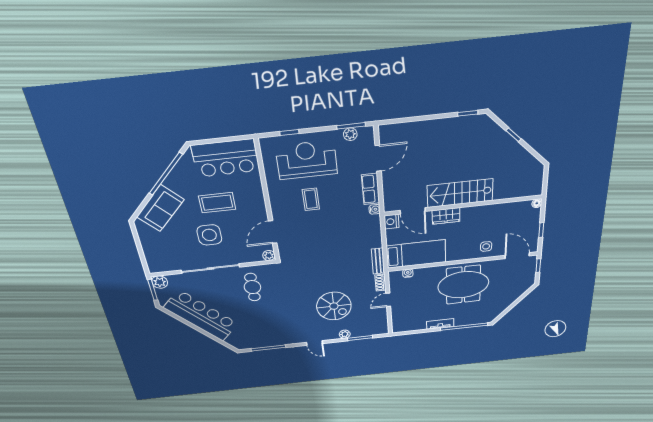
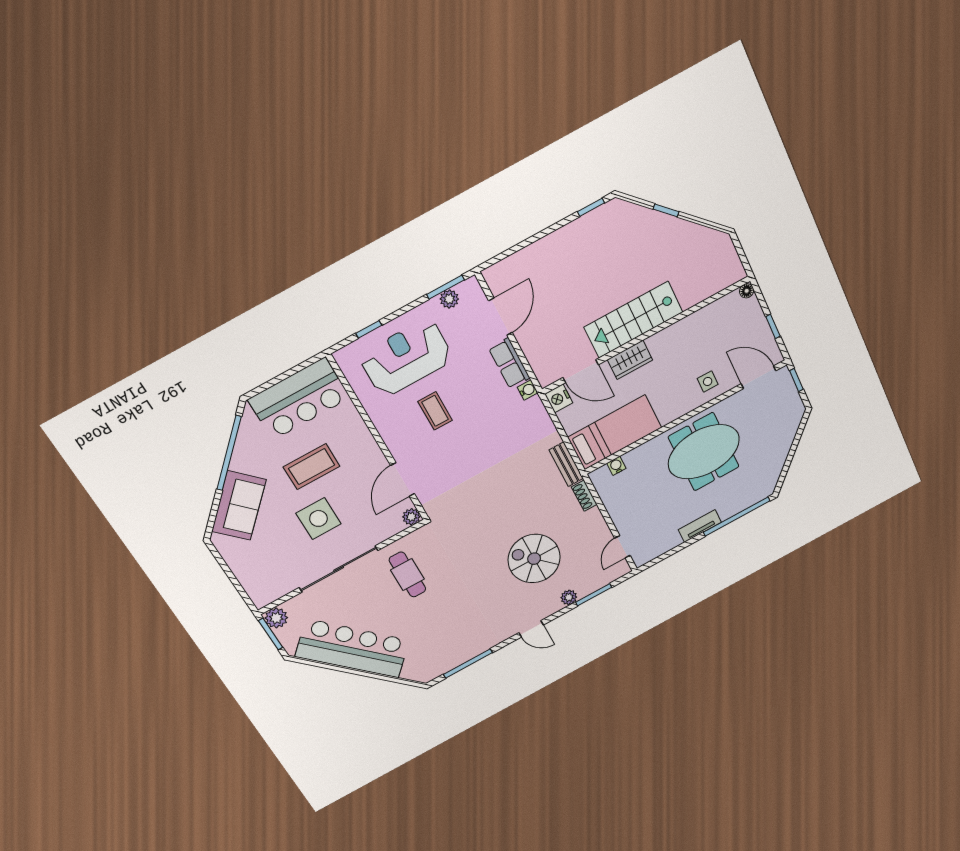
door: (388, 300) -> (622, 547), moved
spiral stairs: (334, 306) -> (534, 559), turned 180

